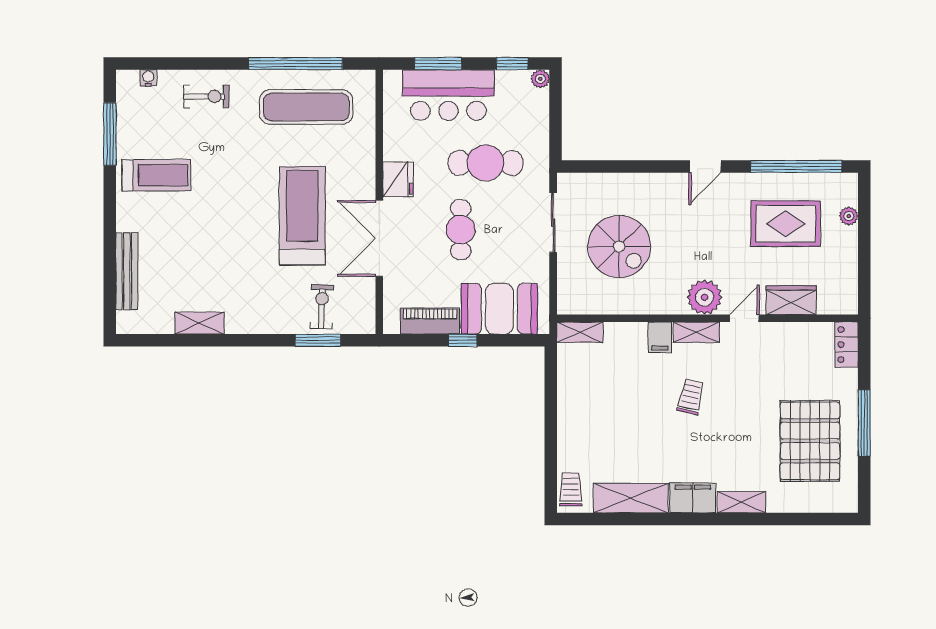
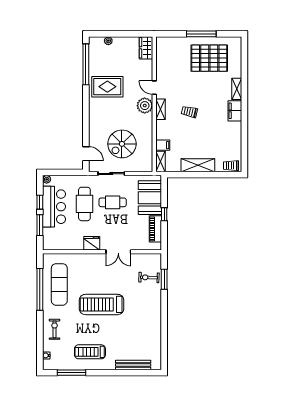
window: (512, 64) -> (40, 202), moved
bar counter: (448, 95) -> (54, 207), moved
door: (705, 166) -> (86, 154), moved
treadmill: (156, 175) -> (90, 352), turned -90
treadmill: (302, 216) -> (102, 304), moved
rug: (786, 224) -> (107, 87), moved, turned 90
cafe table: (461, 230) -> (113, 202), moved
double door: (379, 238) -> (118, 252), width x0.73
spiral stairs: (619, 246) -> (122, 144), turned 180
wardrobe: (791, 300) -> (146, 48), moved
shelving: (199, 323) -> (156, 332), removed
filing cabinet: (660, 337) -> (163, 145), moved
locker: (847, 345) -> (166, 42), removed
shelving: (631, 498) -> (198, 165), moved, turned 90

